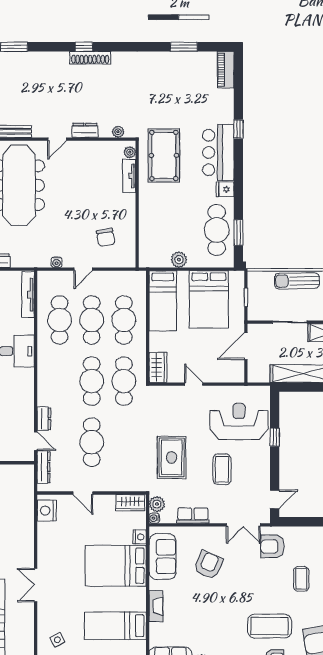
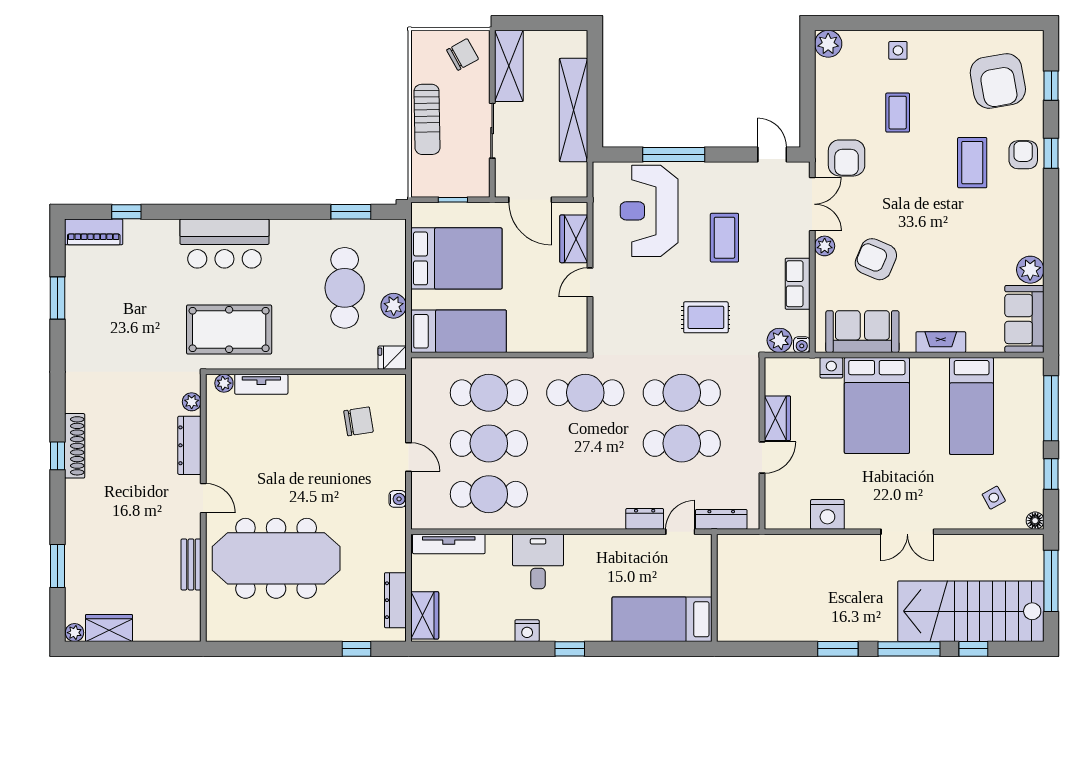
window: (238, 129) -> (126, 212), moved
dresser: (85, 130) -> (189, 445), width x1.44
fridge: (225, 189) -> (392, 358), moved, turned 90
cafe table: (217, 230) -> (345, 288), moved, turned 90
wardrobe: (158, 367) -> (574, 239), moved, turned -90
cafe table: (92, 381) -> (682, 393), moved
window: (275, 437) -> (674, 154), width x2.17
rug: (172, 457) -> (706, 317), width x0.73, depth x0.70
coffee table: (222, 469) -> (724, 238), turned 90
wardrobe: (130, 503) -> (777, 418), moved
nightstand: (47, 511) -> (827, 514), moved
plant: (217, 533) -> (825, 246), added
coffee table: (301, 579) -> (898, 113), turned 90
coffee table: (270, 626) -> (972, 163), width x0.73, depth x0.76

